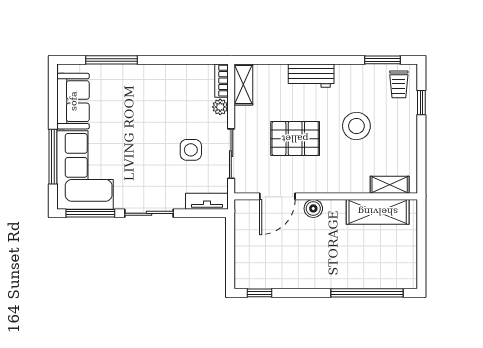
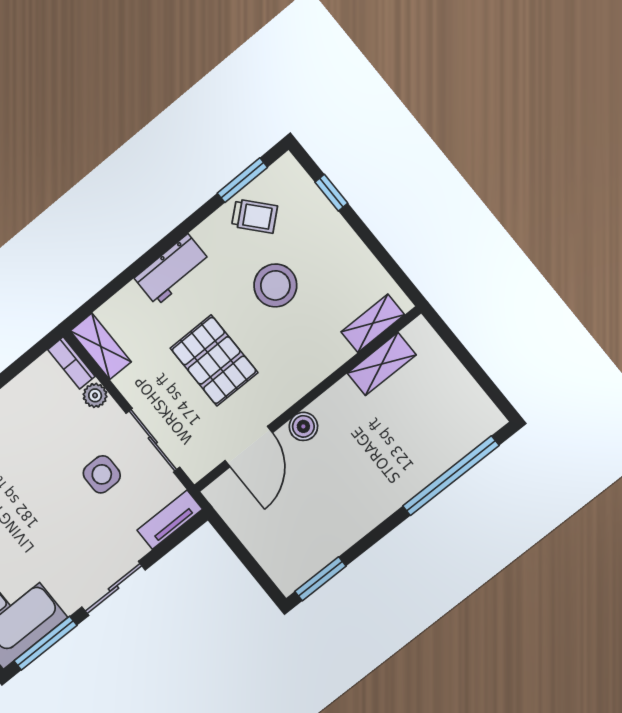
trolley: (399, 84) -> (255, 216), moved, turned -41
pallet: (295, 139) -> (214, 360), turned 90
shelving: (378, 212) -> (382, 364), width x0.67, depth x0.75
window: (259, 293) -> (320, 579), width x1.50

